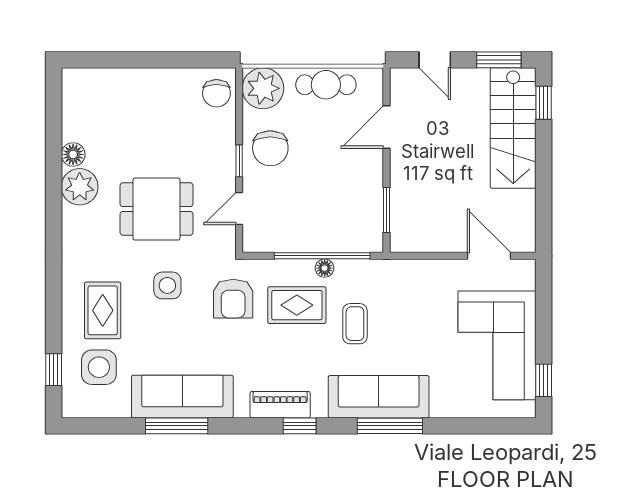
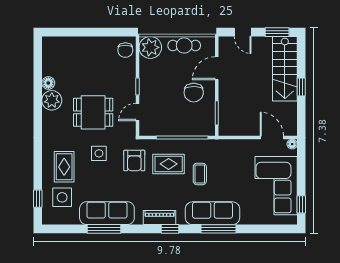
window: (544, 103) -> (301, 87), moved
chair: (270, 148) -> (194, 93), moved
floor lamp: (325, 268) -> (292, 144), moved

